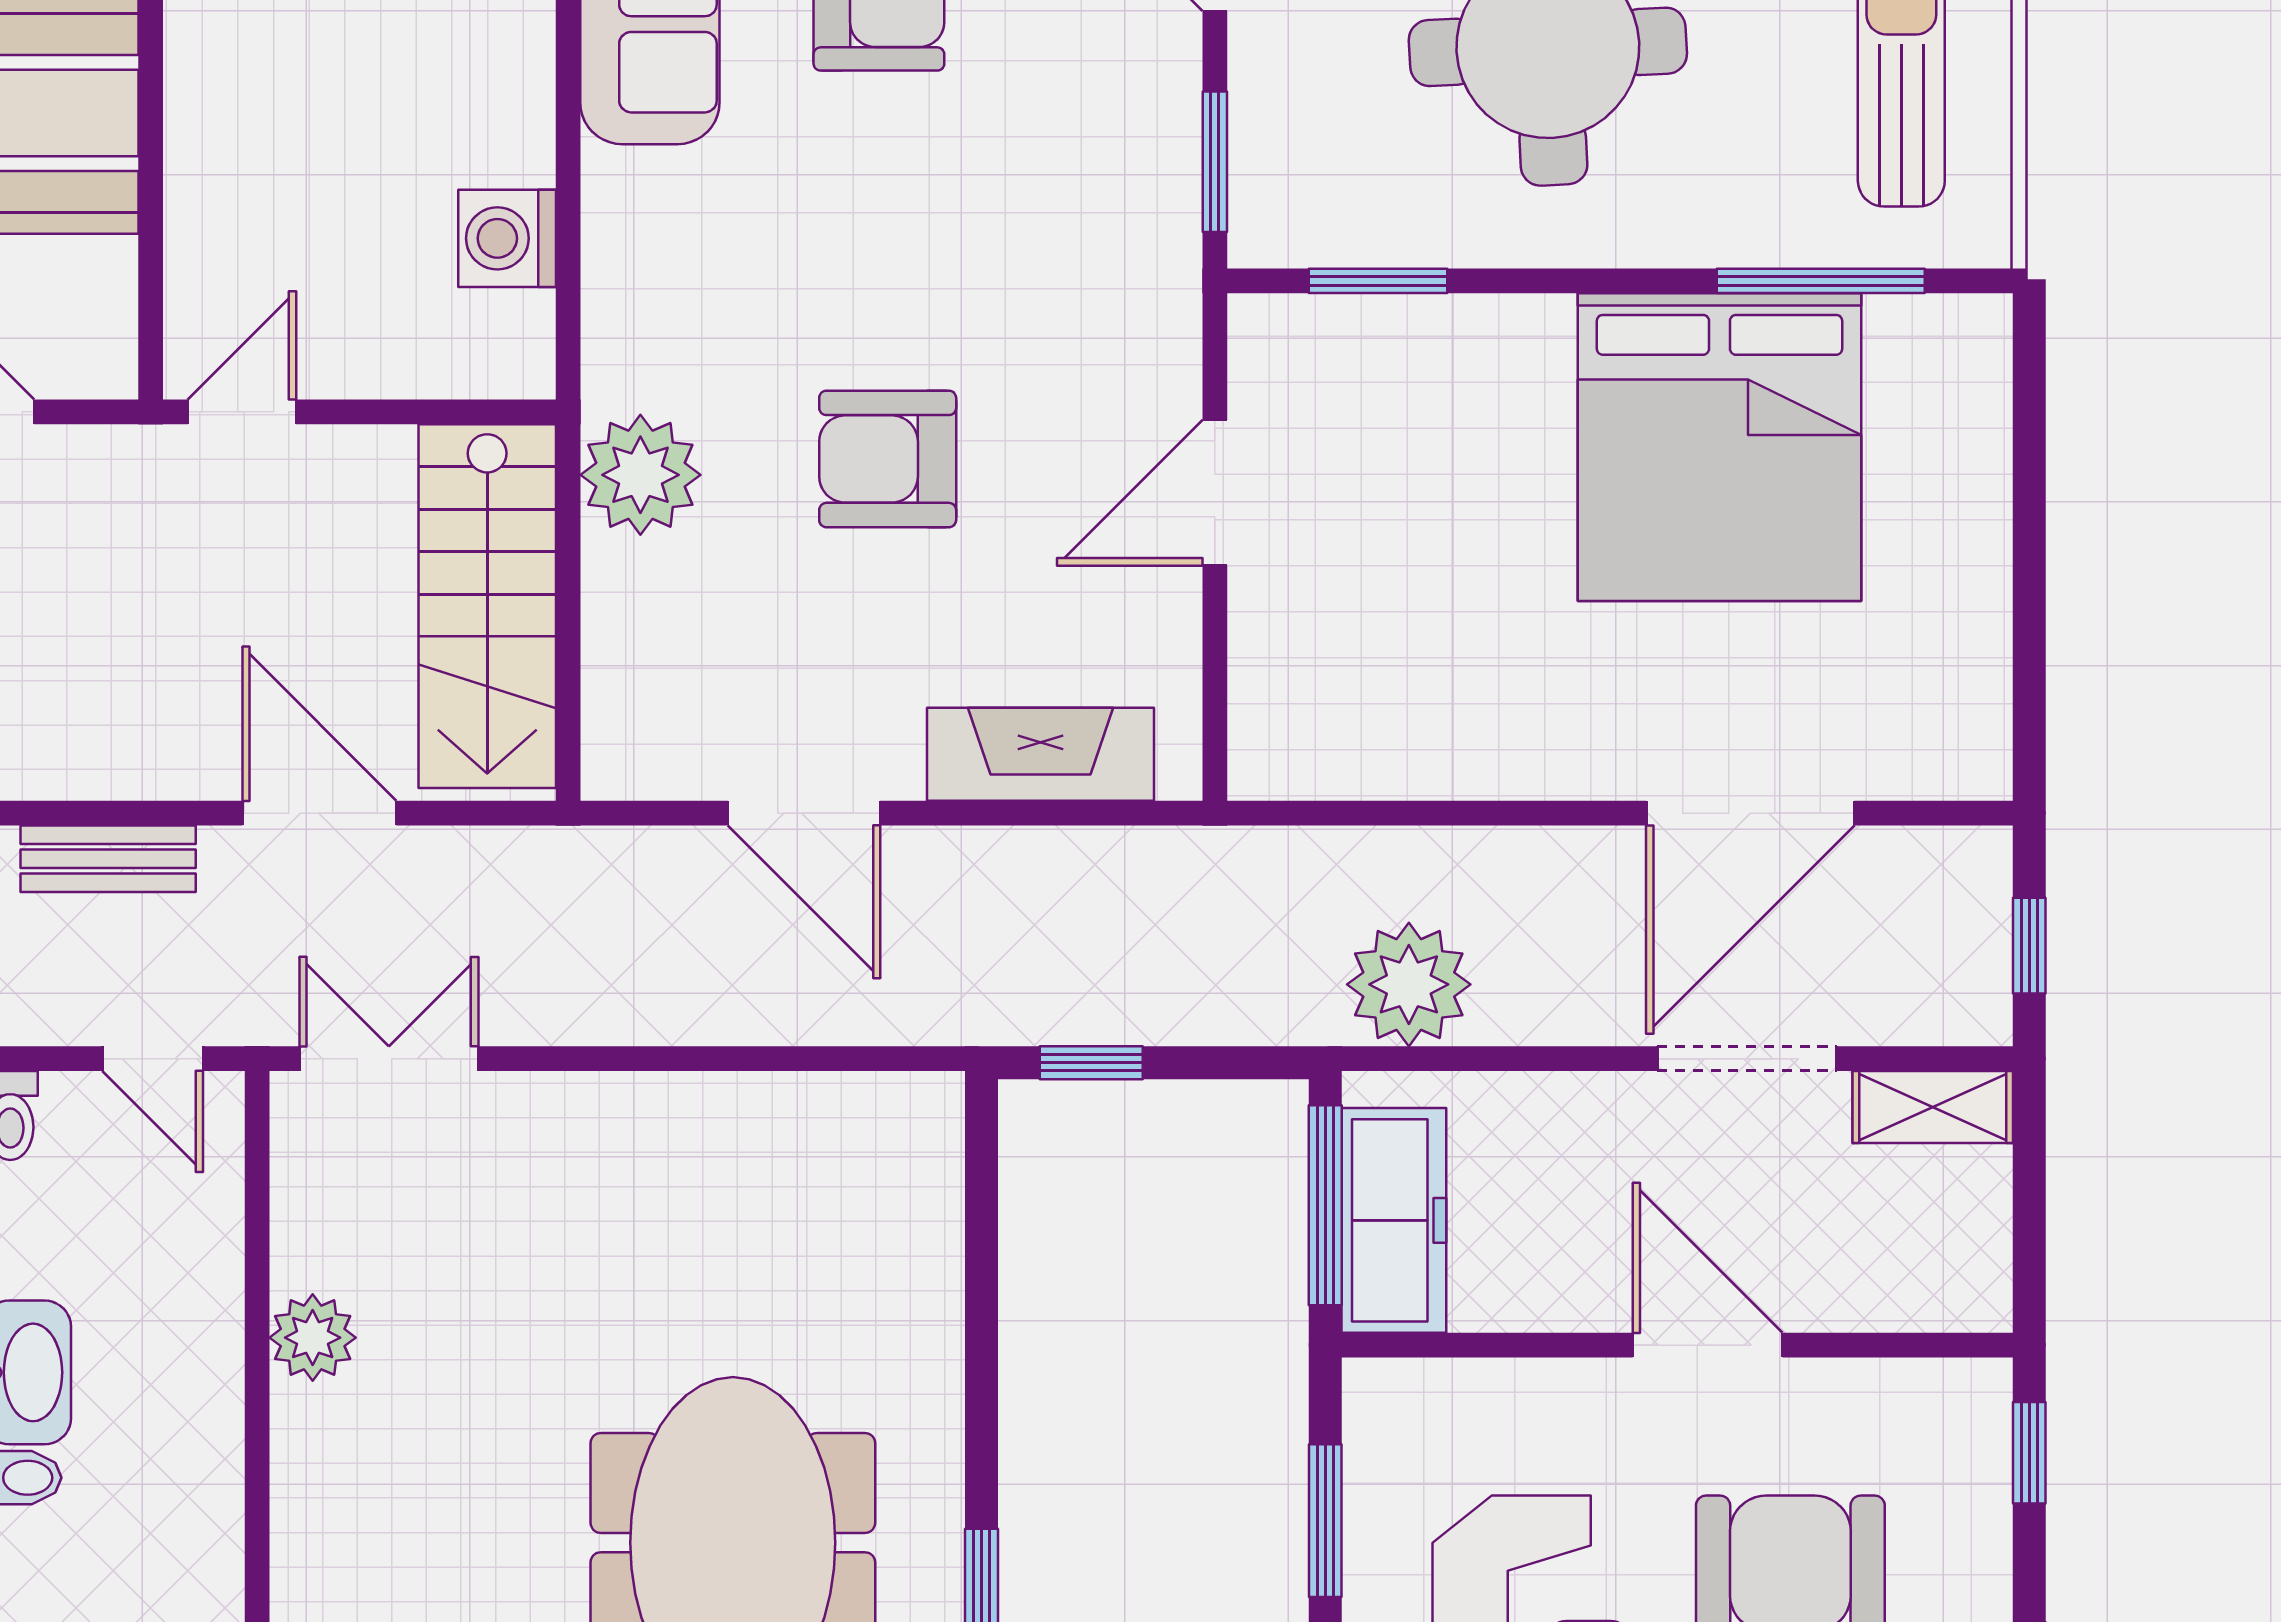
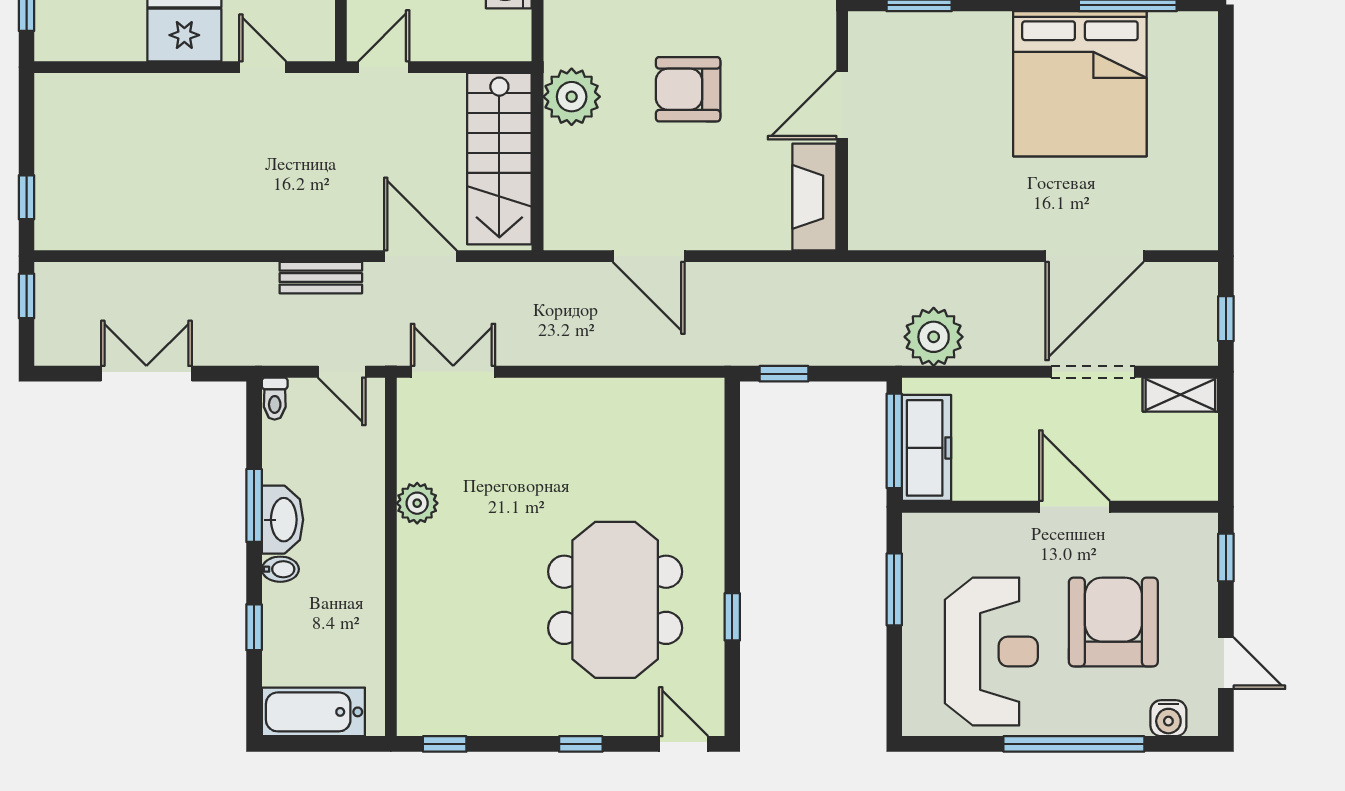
fireplace: (1040, 754) -> (814, 197), moved, turned -90

